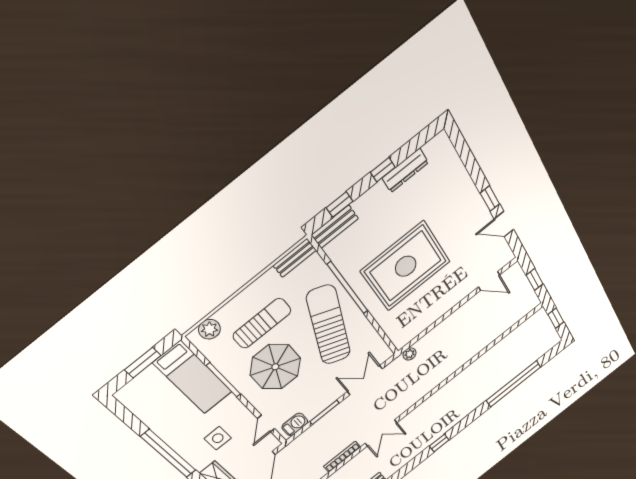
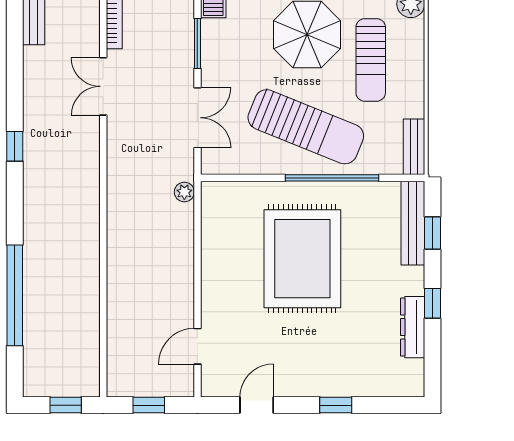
window: (490, 199) -> (336, 405), moved
bench: (335, 227) -> (413, 223), width x1.36

